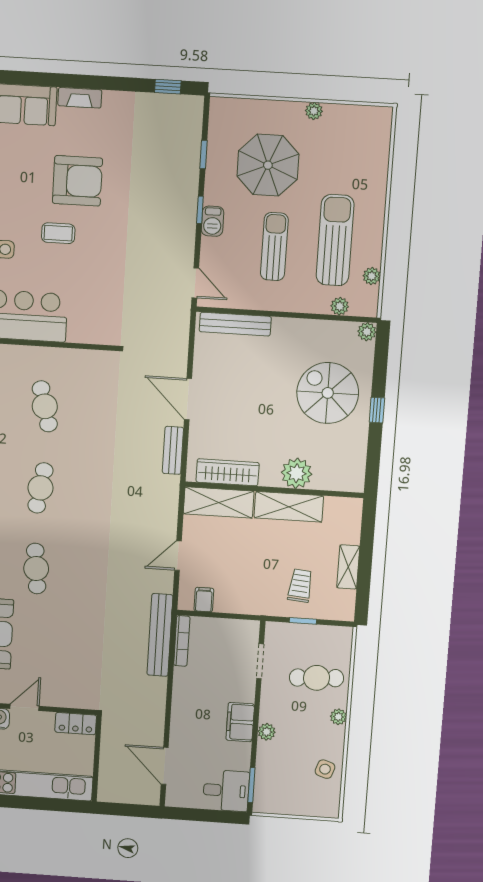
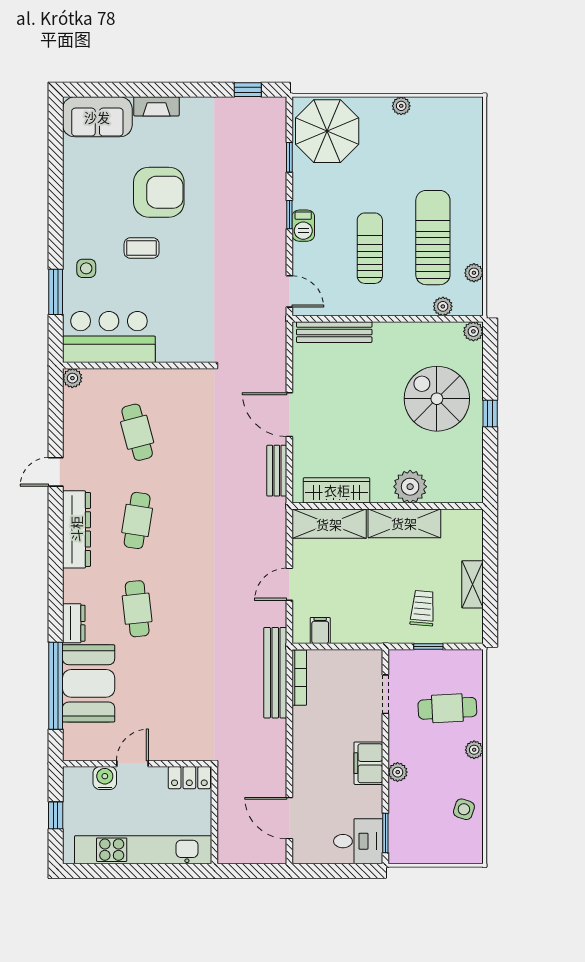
parasol: (268, 165) -> (327, 131), moved

